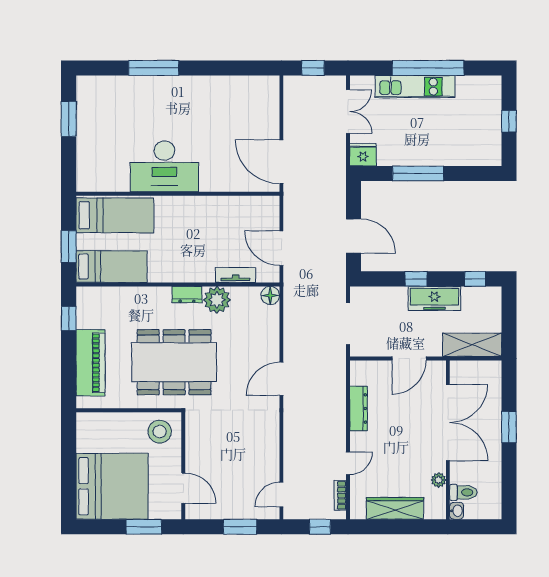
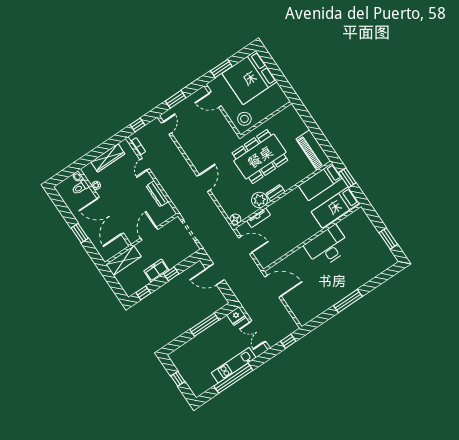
window: (154, 68) -> (348, 301), moved
freezer: (434, 298) -> (156, 271), width x0.71
window: (69, 318) -> (324, 143), removed
piano: (90, 363) -> (313, 150), moved

